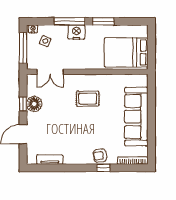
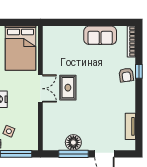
double door: (50, 72) -> (40, 89), moved
window: (23, 104) -> (73, 154), width x2.17
sofa: (136, 117) -> (100, 35), width x0.54, depth x0.79

